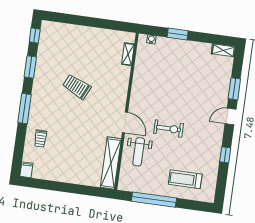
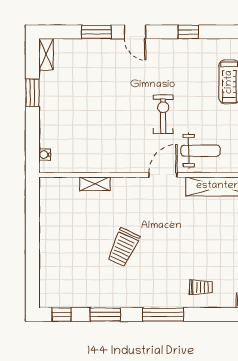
window: (178, 34) -> (32, 93), moved
shelving: (128, 54) -> (95, 184), moved

